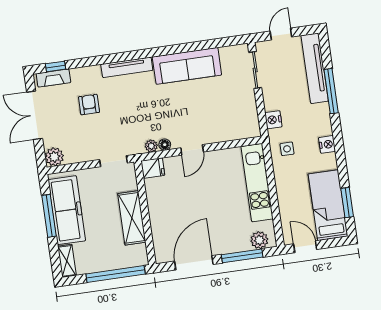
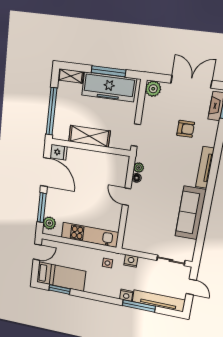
nightstand: (327, 144) -> (126, 295), moved
fridge: (153, 168) -> (58, 152), moved, turned -90

